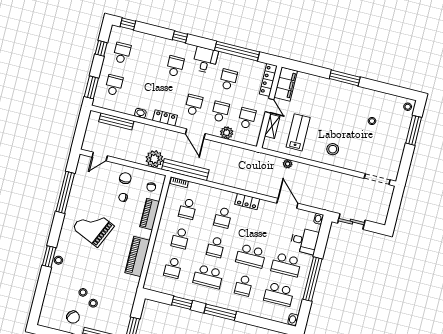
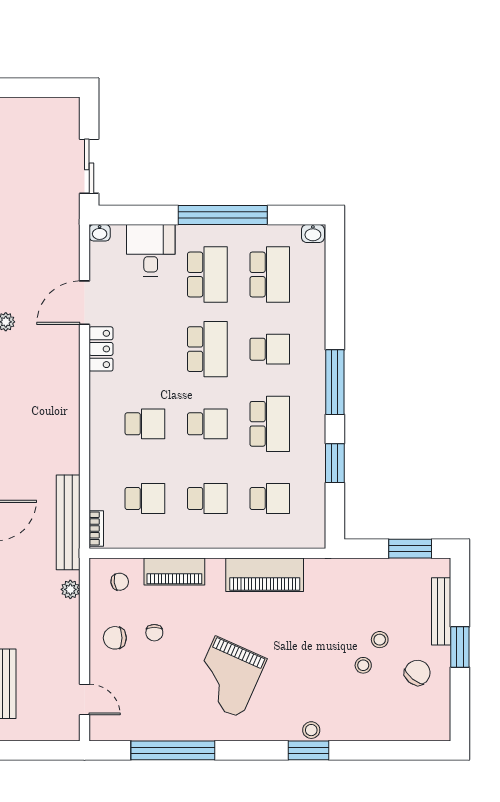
plant: (154, 159) -> (70, 589), width x0.53, depth x0.53
locker: (247, 202) -> (101, 349), moved

